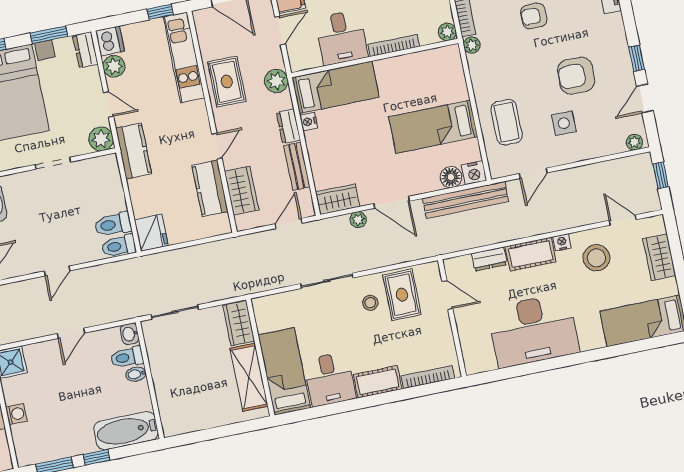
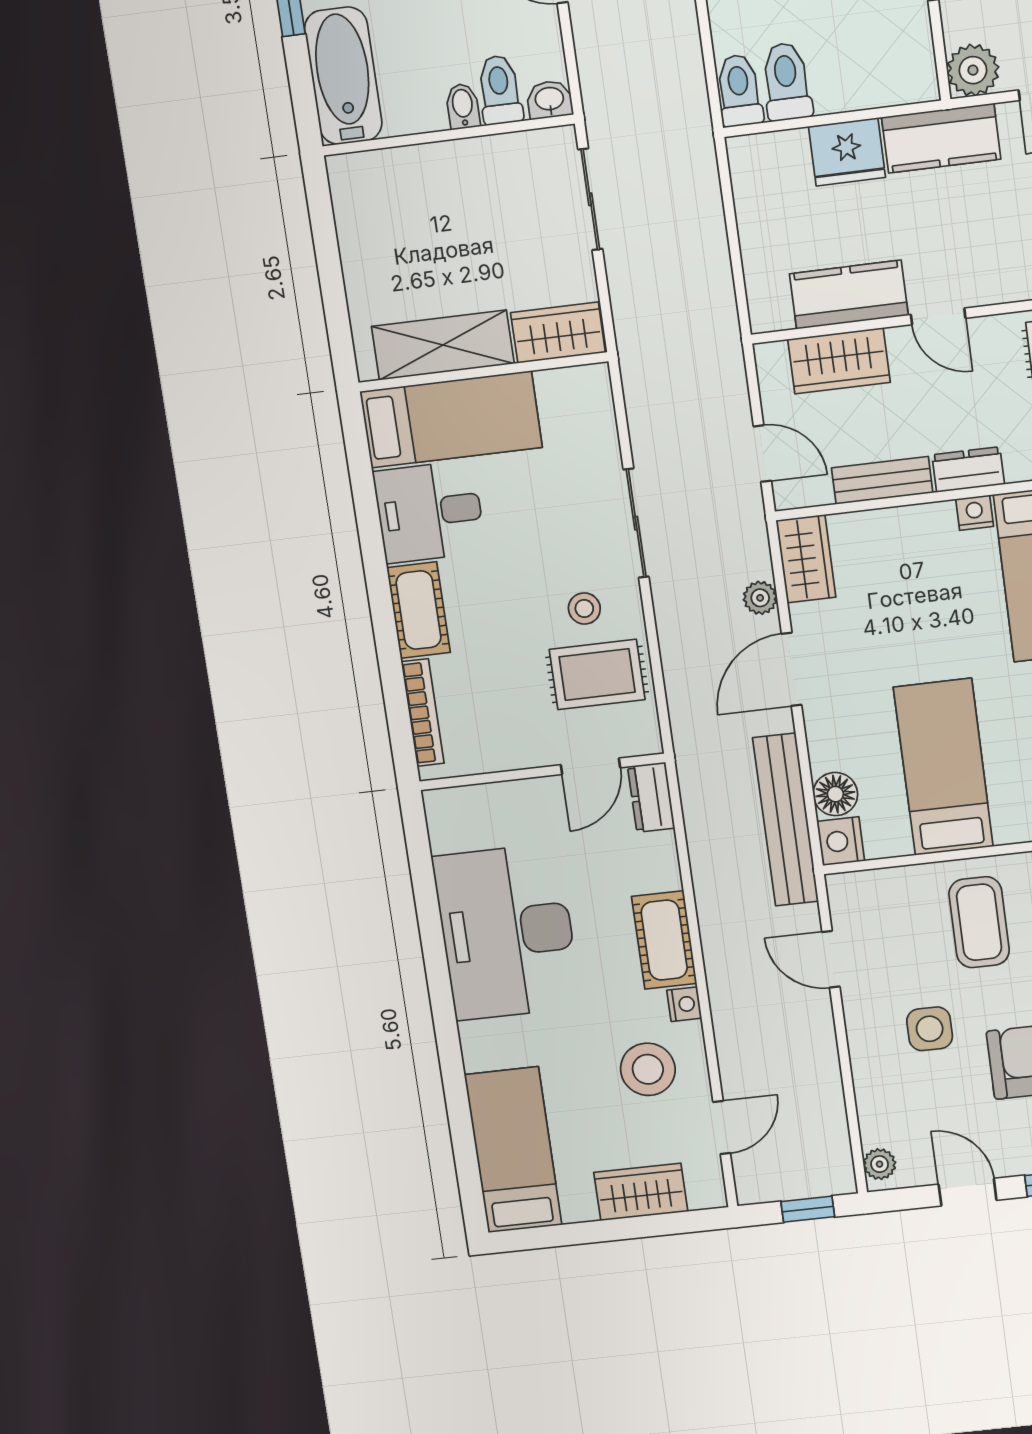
coffee table: (507, 122) -> (979, 922), moved, turned 90
fridge: (151, 233) -> (847, 152), moved
dresser: (489, 259) -> (651, 797), moved

